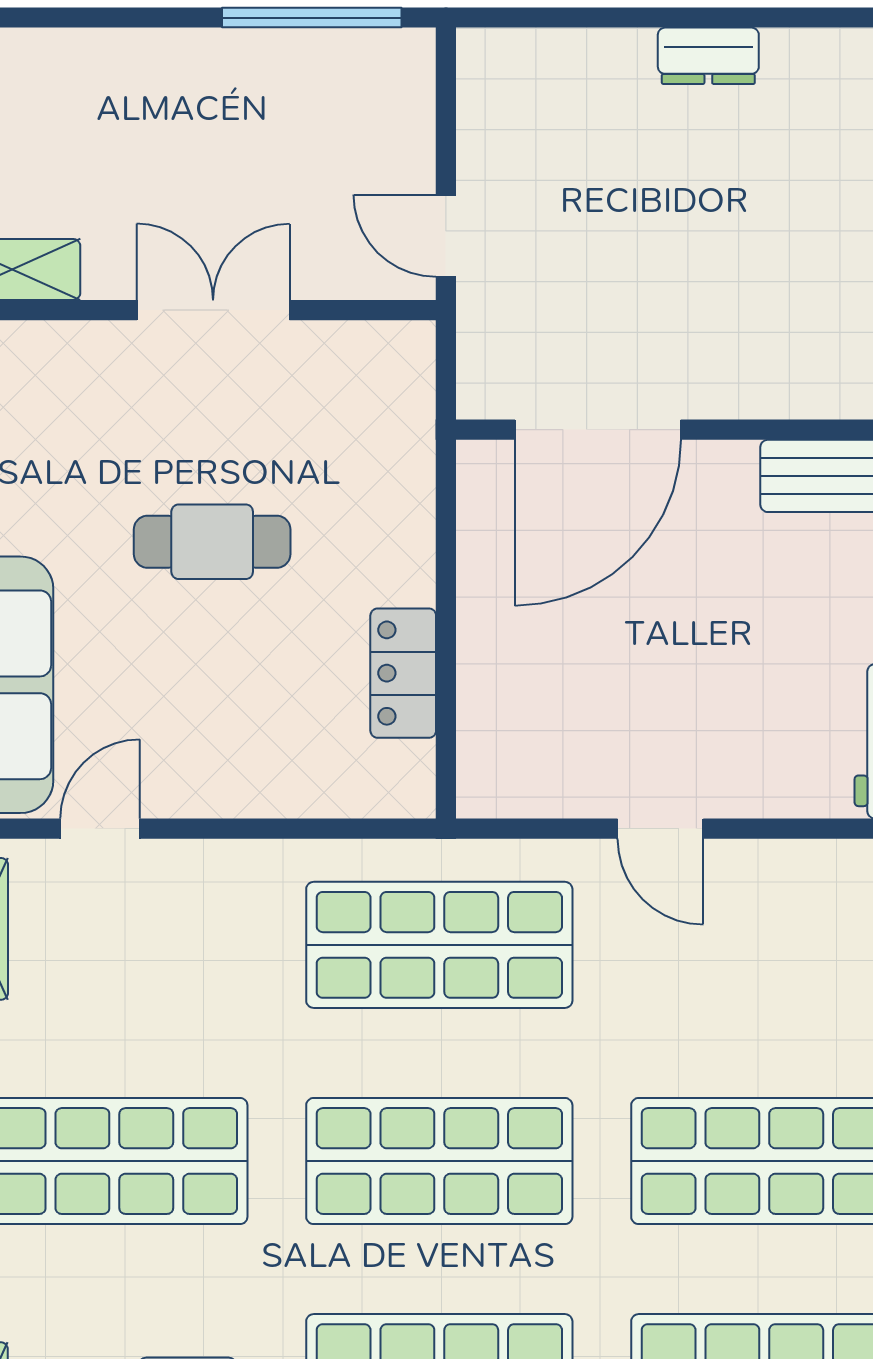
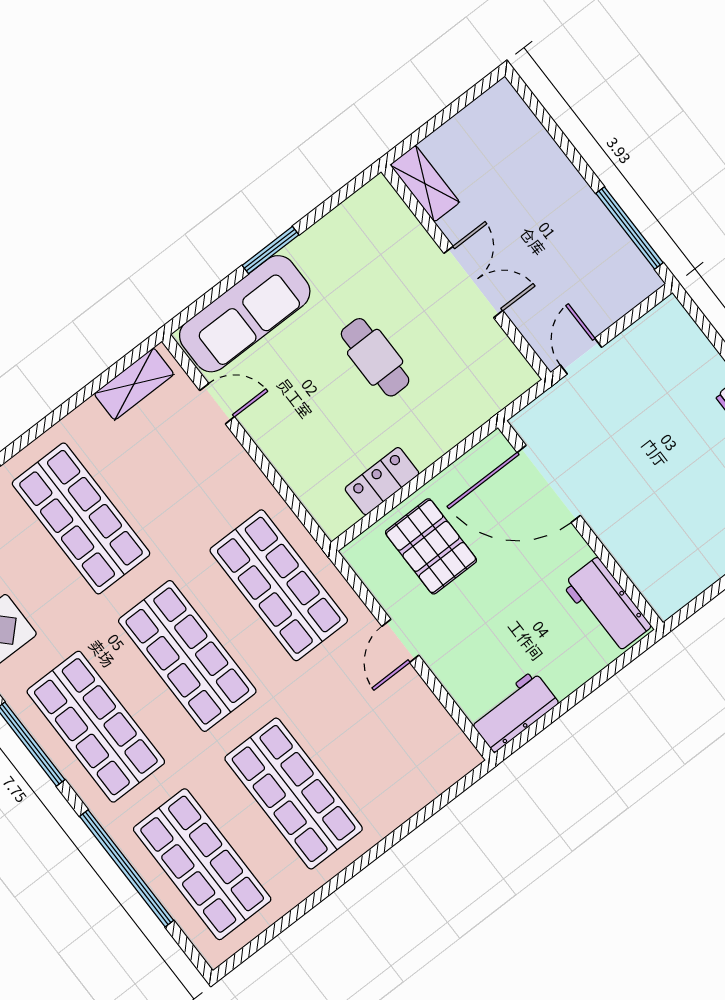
pallet: (556, 675) -> (431, 546), added

